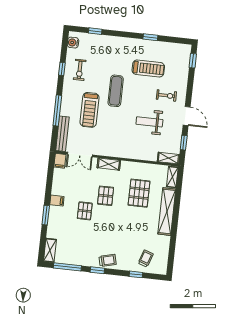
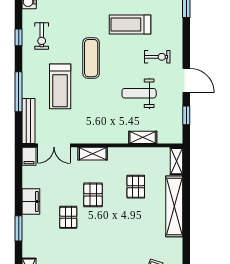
treadmill: (148, 68) -> (130, 25), turned 180
shelving: (168, 158) -> (143, 137), moved
pallet: (139, 193) -> (136, 187), width x0.67, depth x0.71
filing cabinet: (57, 201) -> (31, 202), width x2.00

